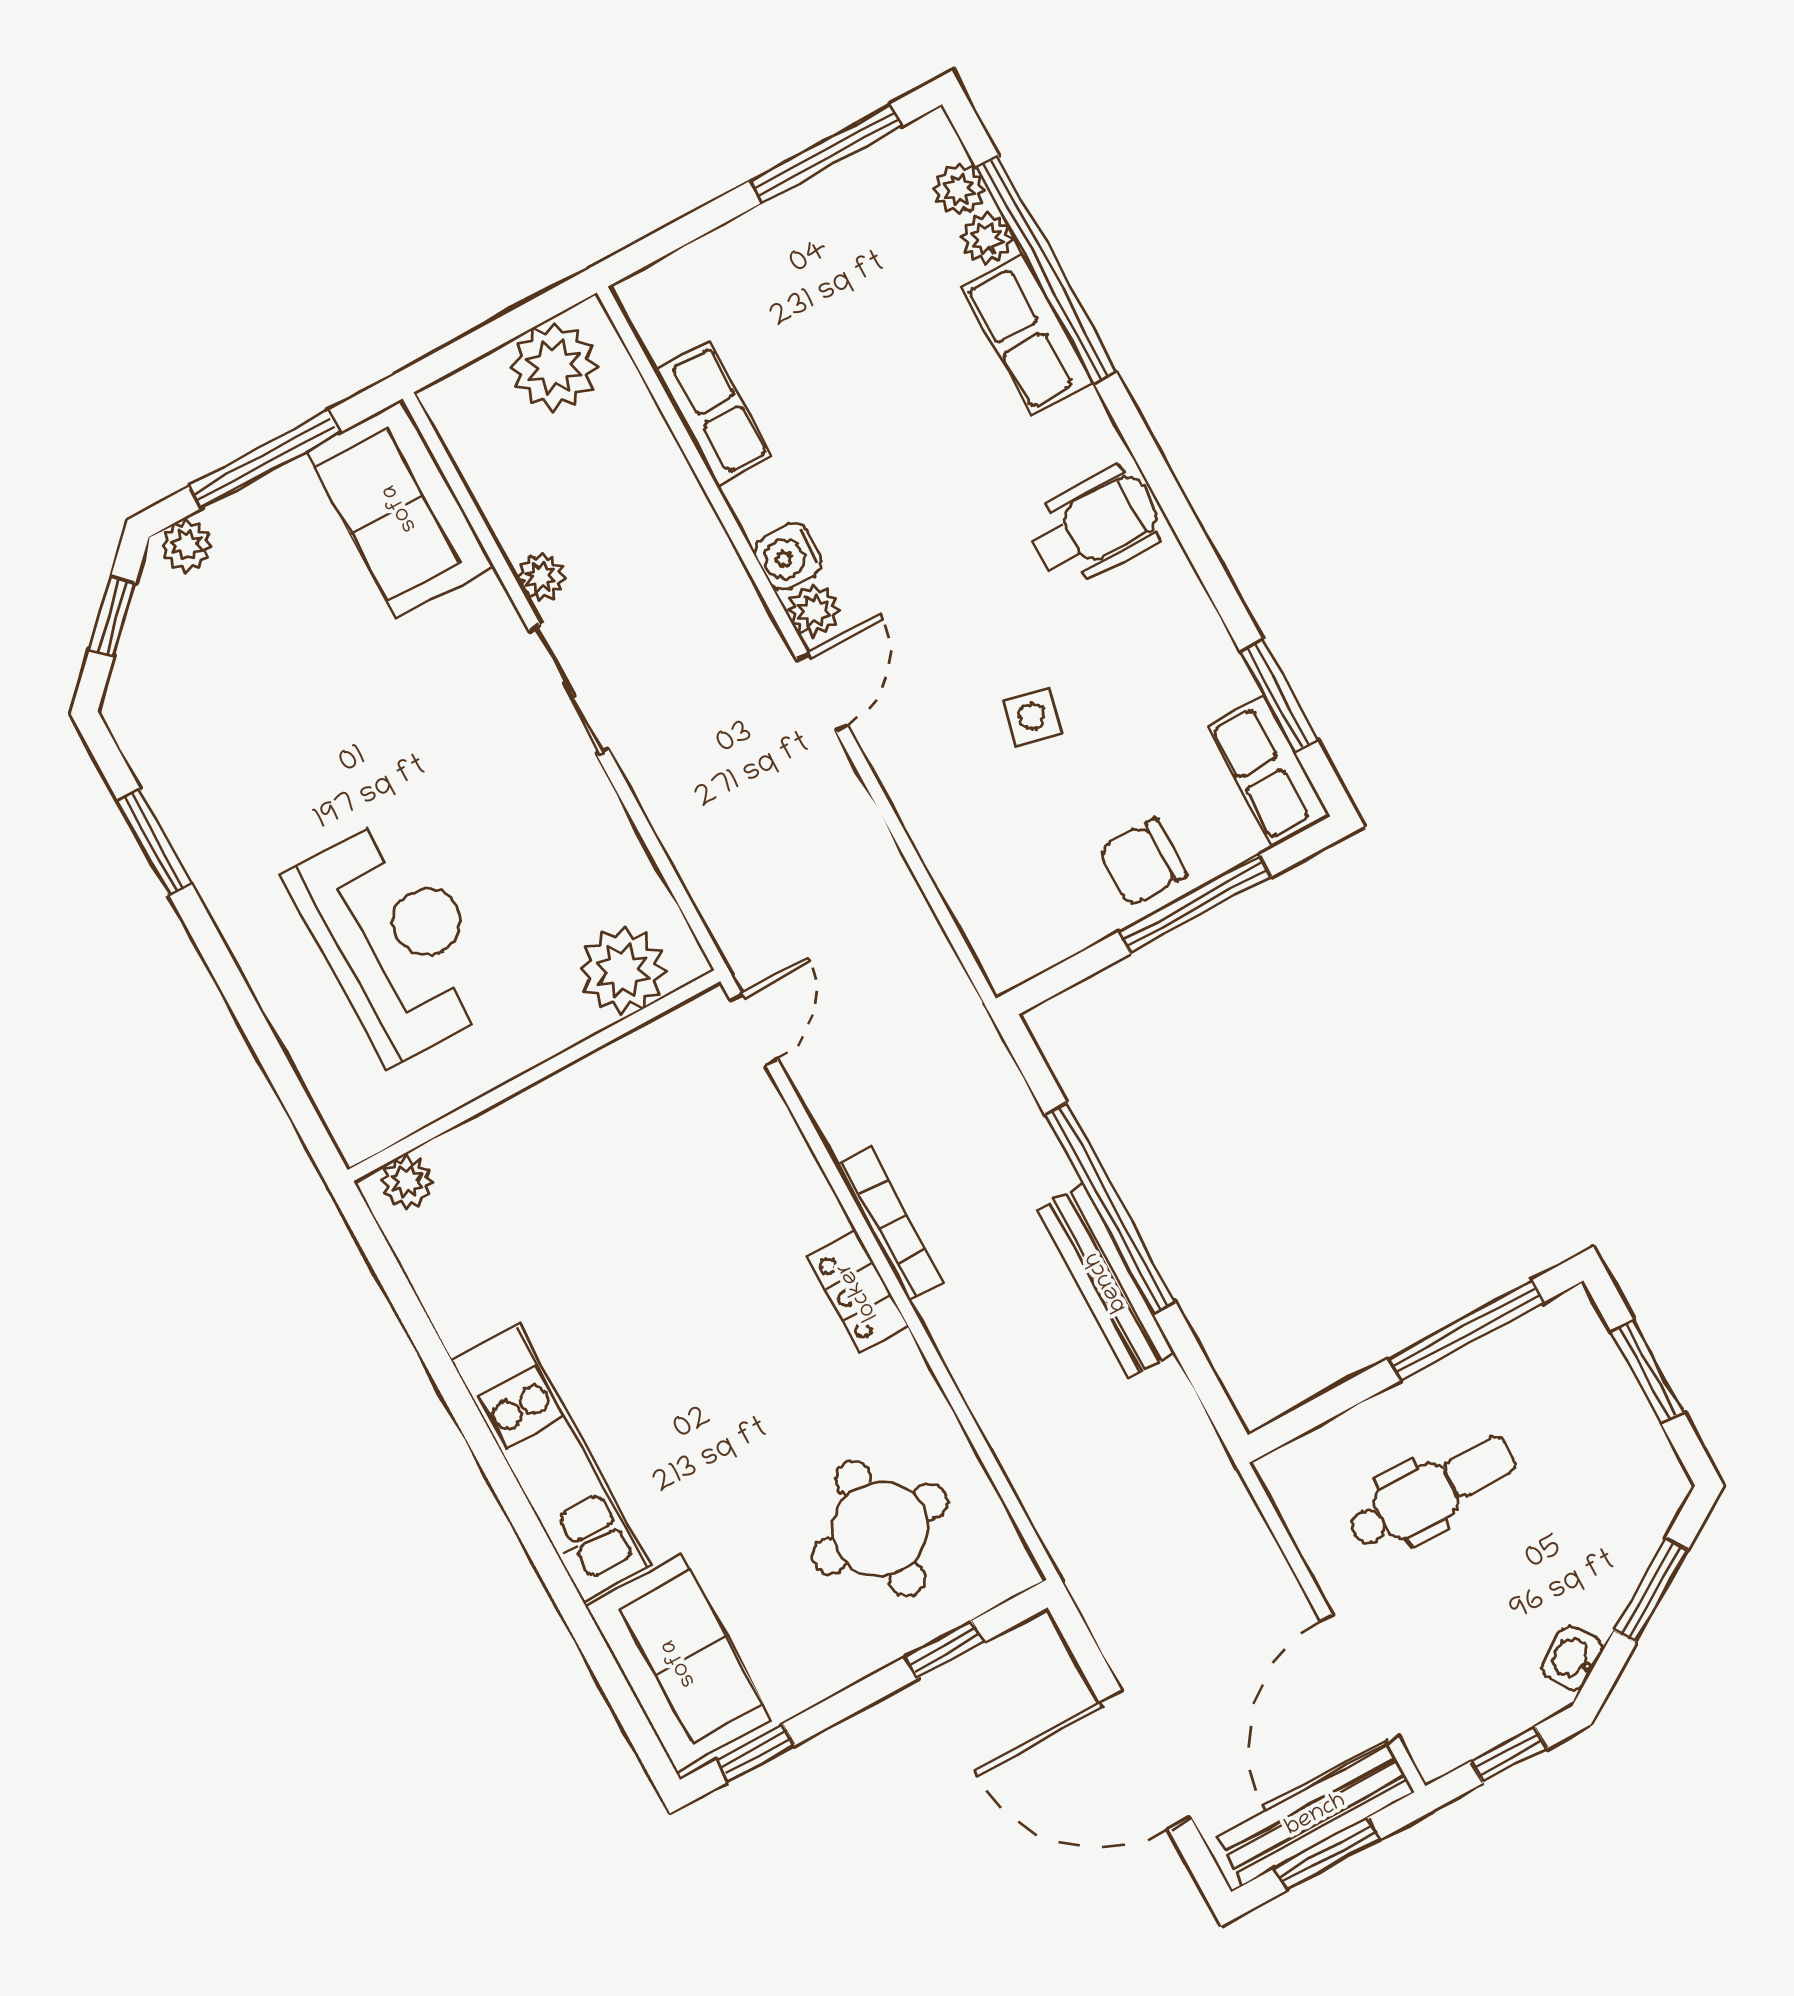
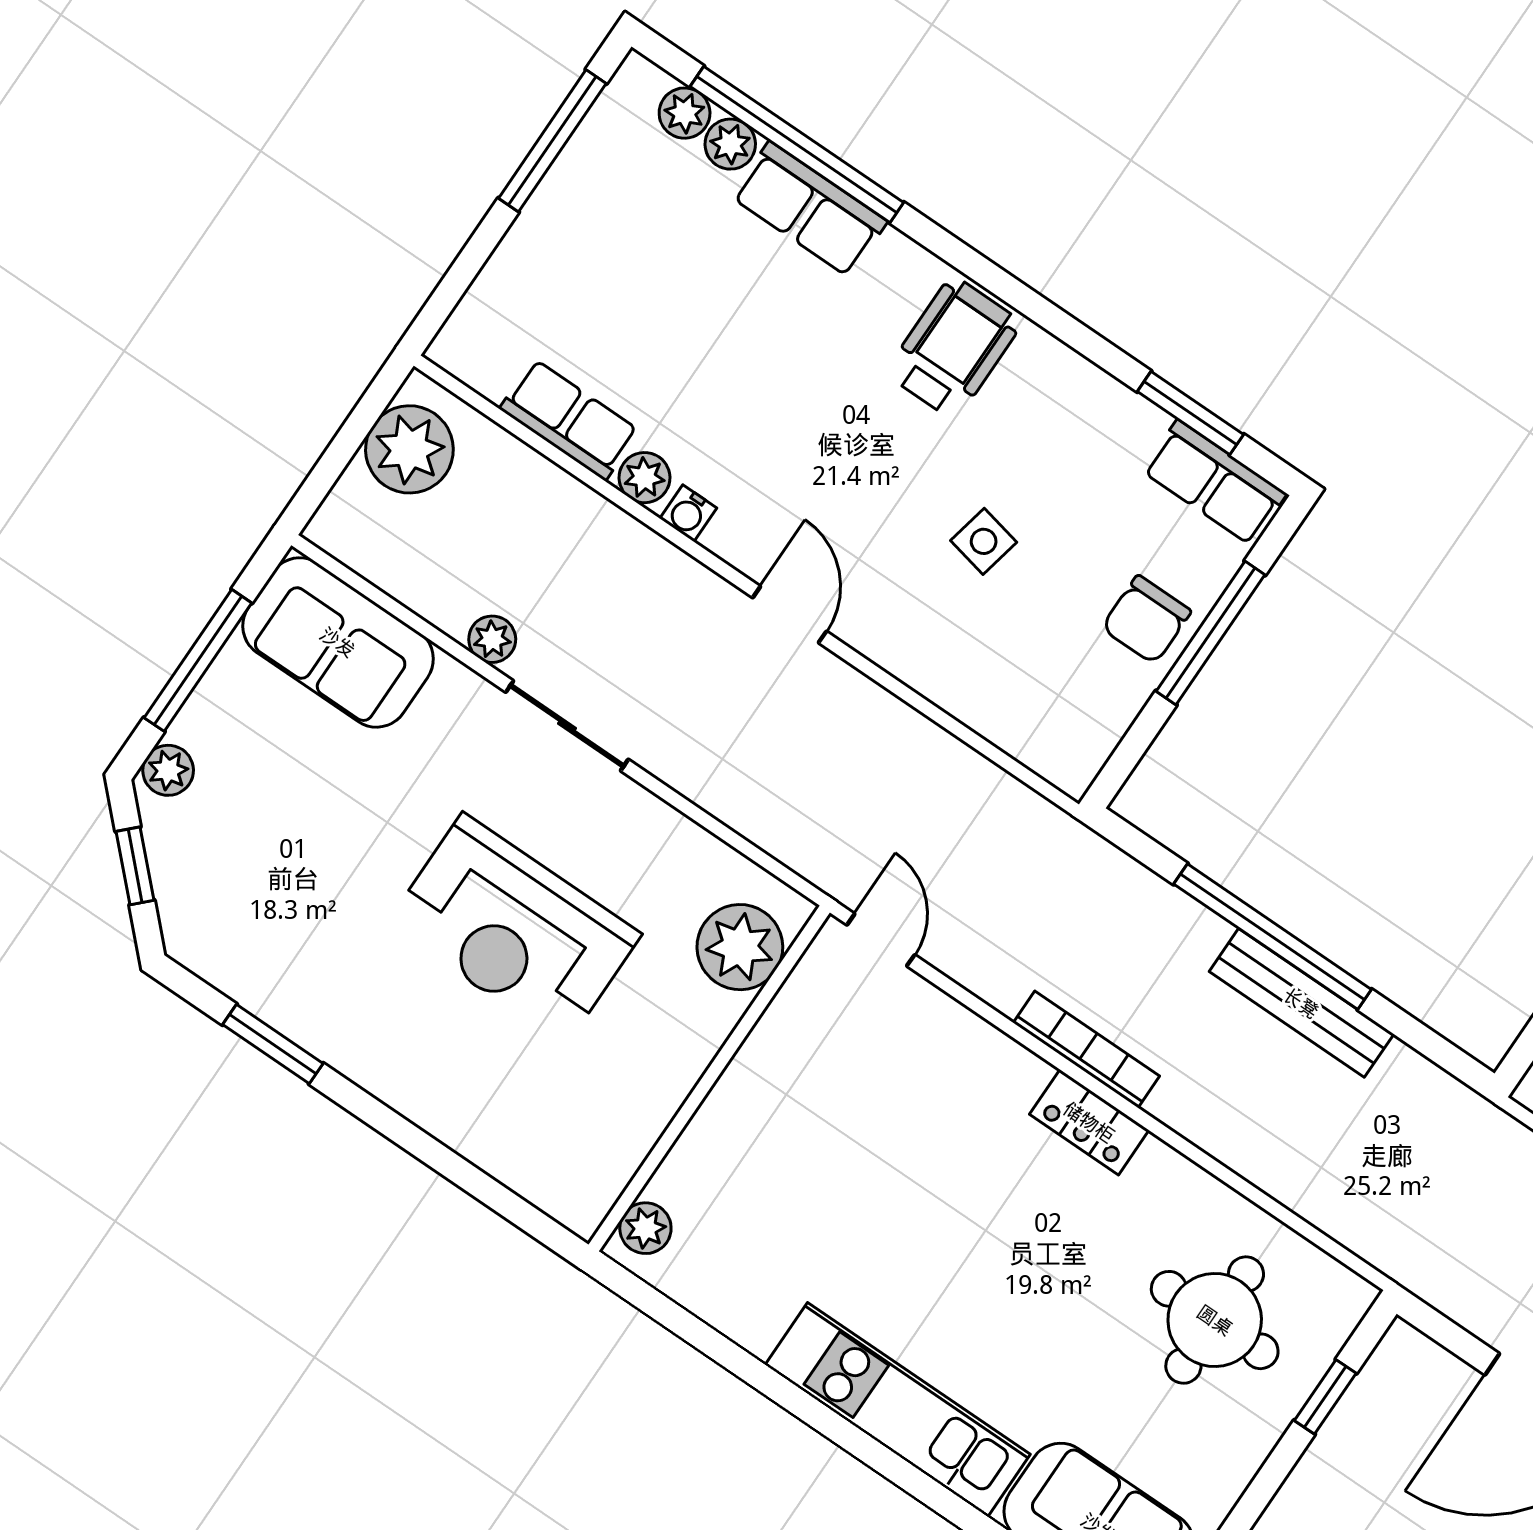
water cooler: (788, 557) -> (688, 513), width x0.72, depth x0.72
plant: (814, 611) -> (644, 478), moved
reception desk: (395, 939) -> (514, 929), moved, turned 180

